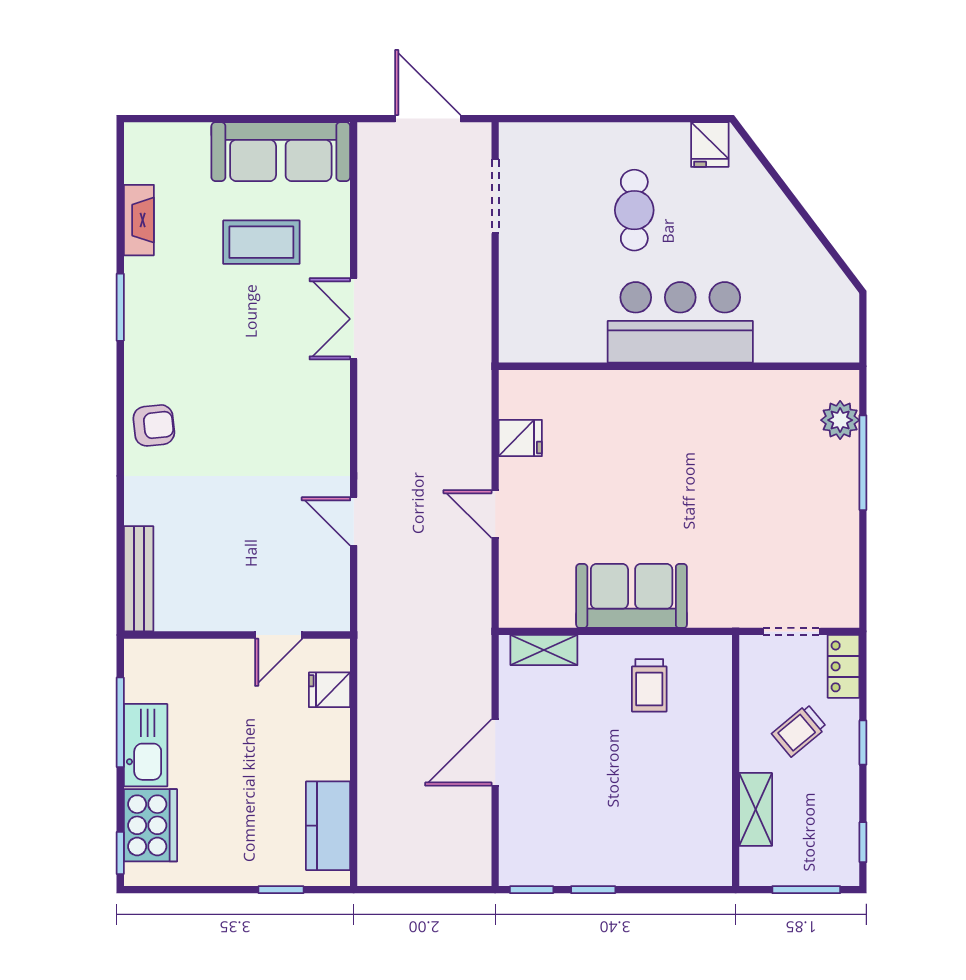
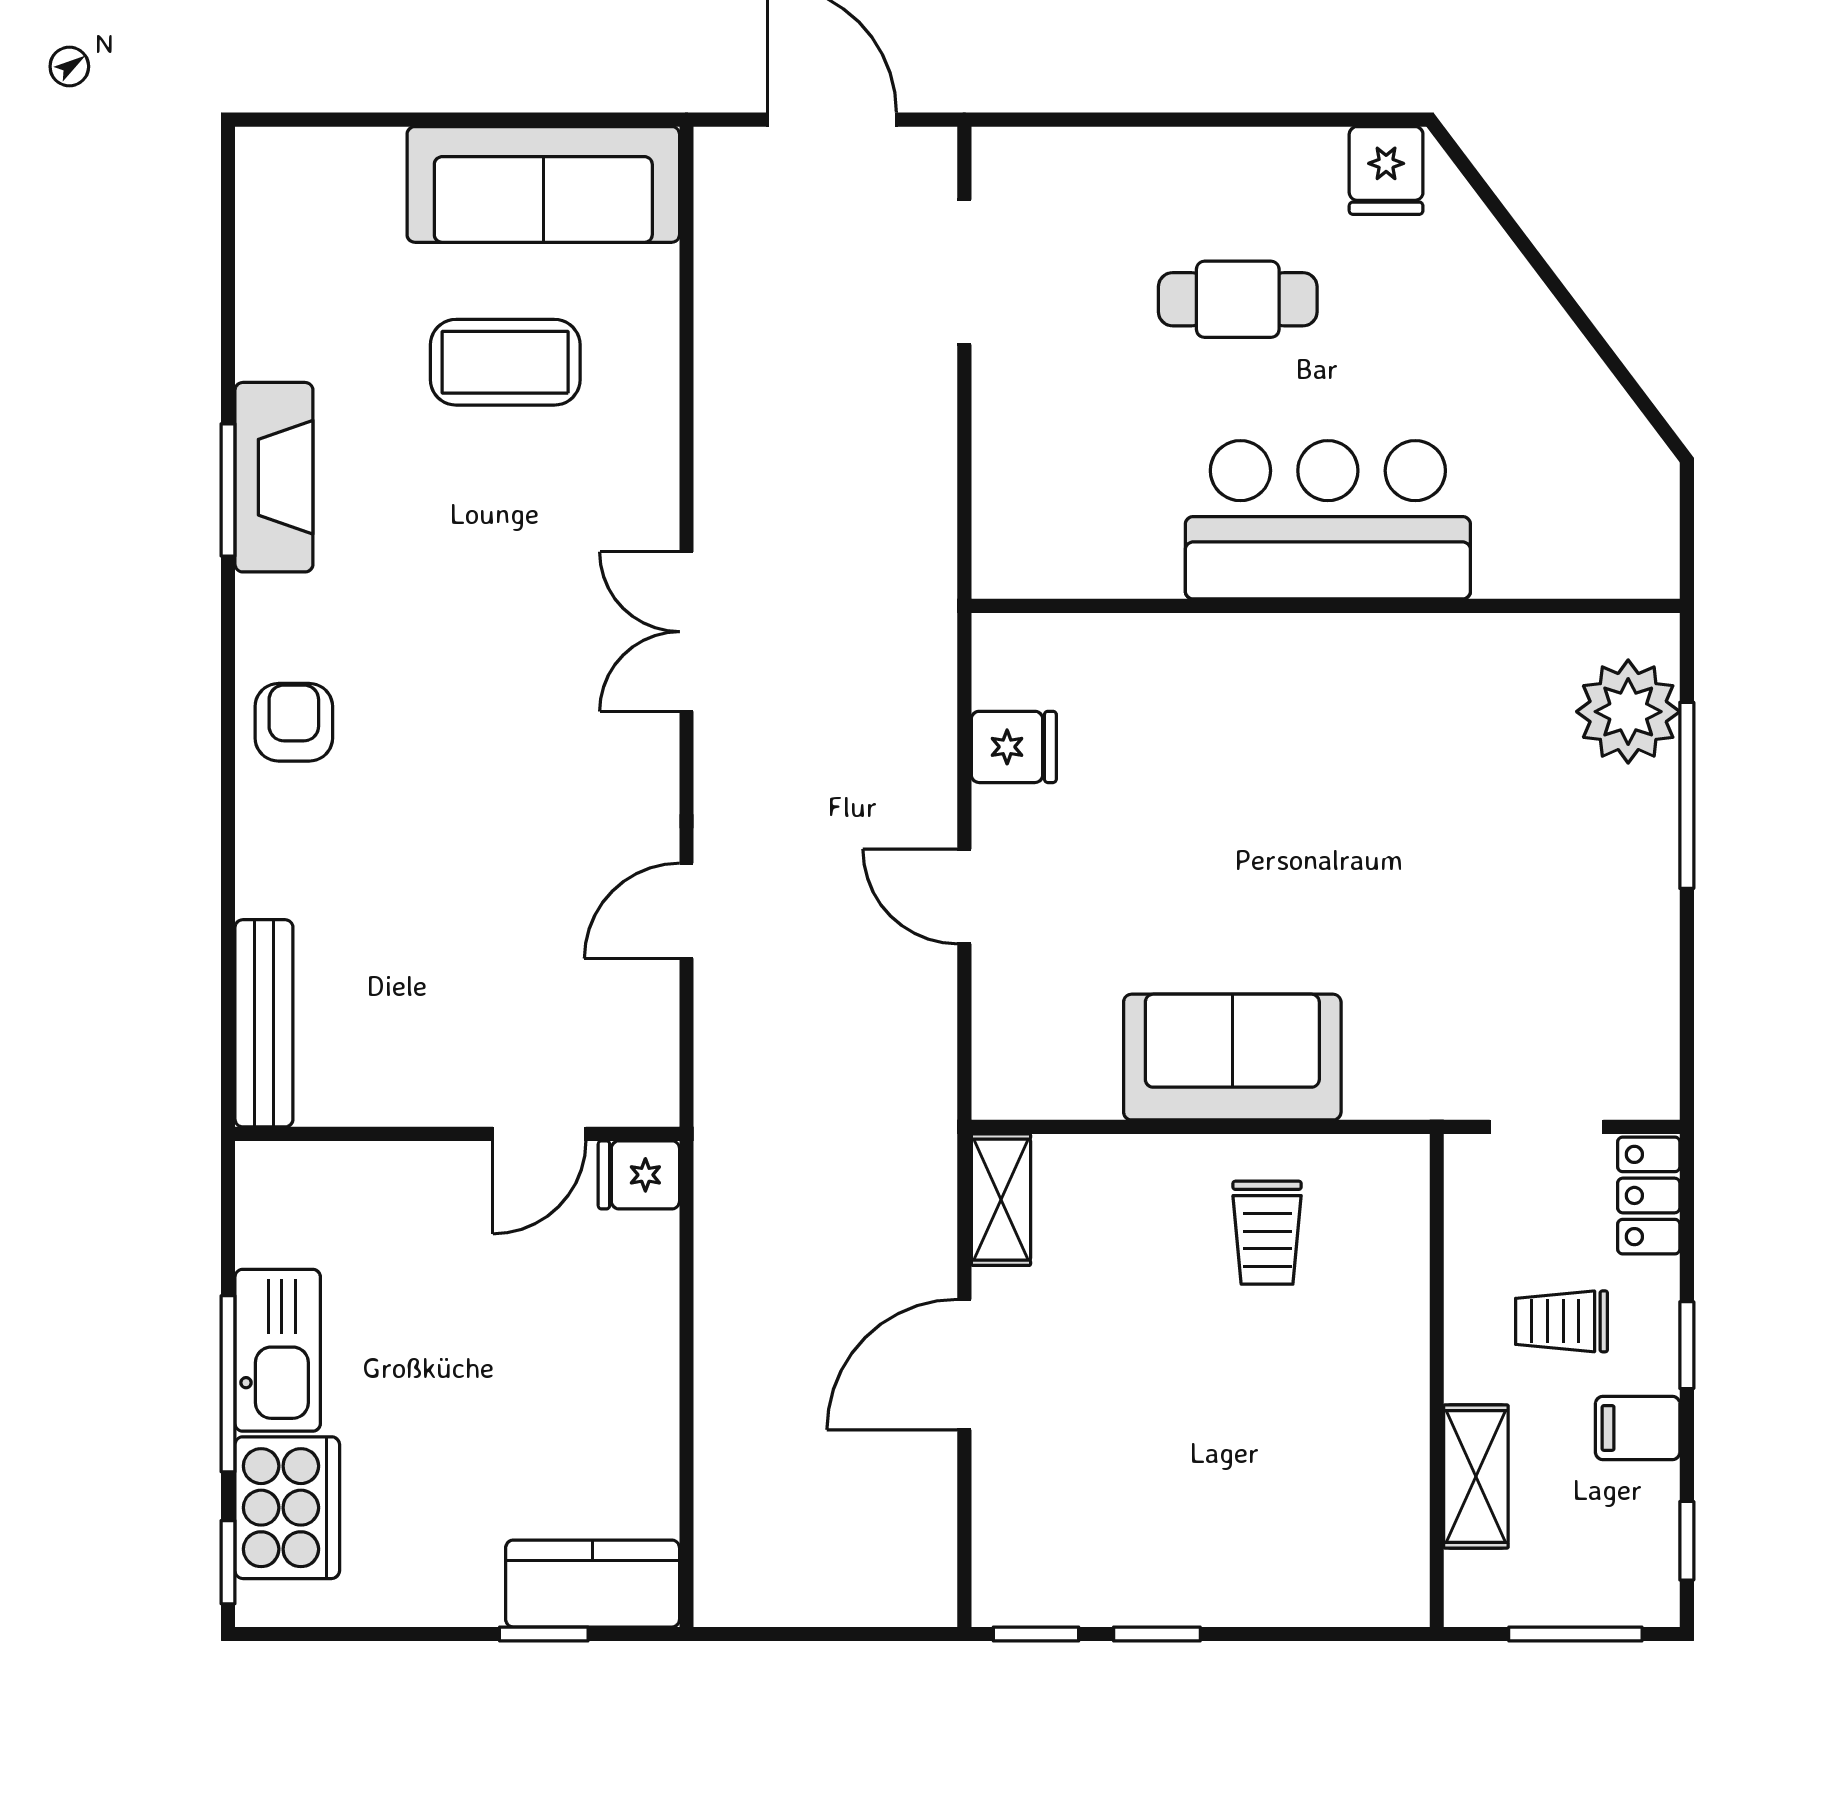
cafe table: (634, 210) -> (1238, 299), turned 90
fireplace: (139, 220) -> (274, 477), moved, width x1.37, depth x1.32
double door: (354, 319) -> (686, 632), moved
plant: (840, 420) -> (1628, 712), width x1.36, depth x1.36
armchair: (154, 425) -> (294, 722), turned -84
door: (354, 521) -> (686, 911), hinge flipped
shelving: (544, 650) -> (1001, 1200), moved, turned 90
fridge: (329, 690) -> (639, 1175), moved
window: (120, 722) -> (228, 1384), moved
trolley: (799, 730) -> (1562, 1321), turned 40
filing cabinet: (838, 785) -> (1638, 1428), added
kitchen counter: (328, 826) -> (593, 1584), moved, turned 90

